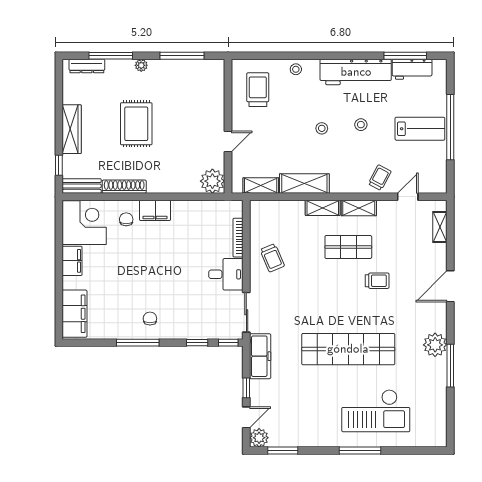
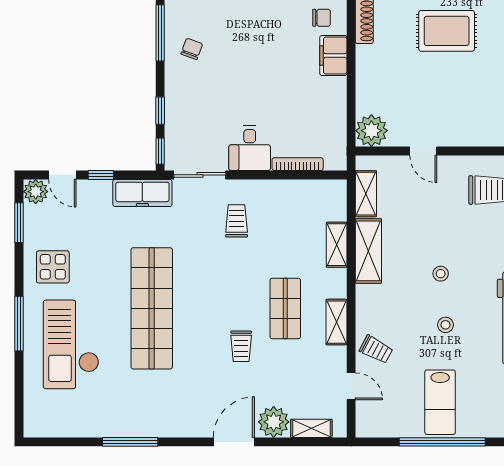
shelving: (323, 208) -> (337, 245), moved
trolley: (272, 258) -> (237, 221), moved, turned 113
door: (450, 286) -> (234, 442), hinge flipped
chair: (150, 318) -> (192, 49), turned -70
plant: (435, 345) -> (274, 422), moved
display table: (317, 425) -> (53, 267), added

